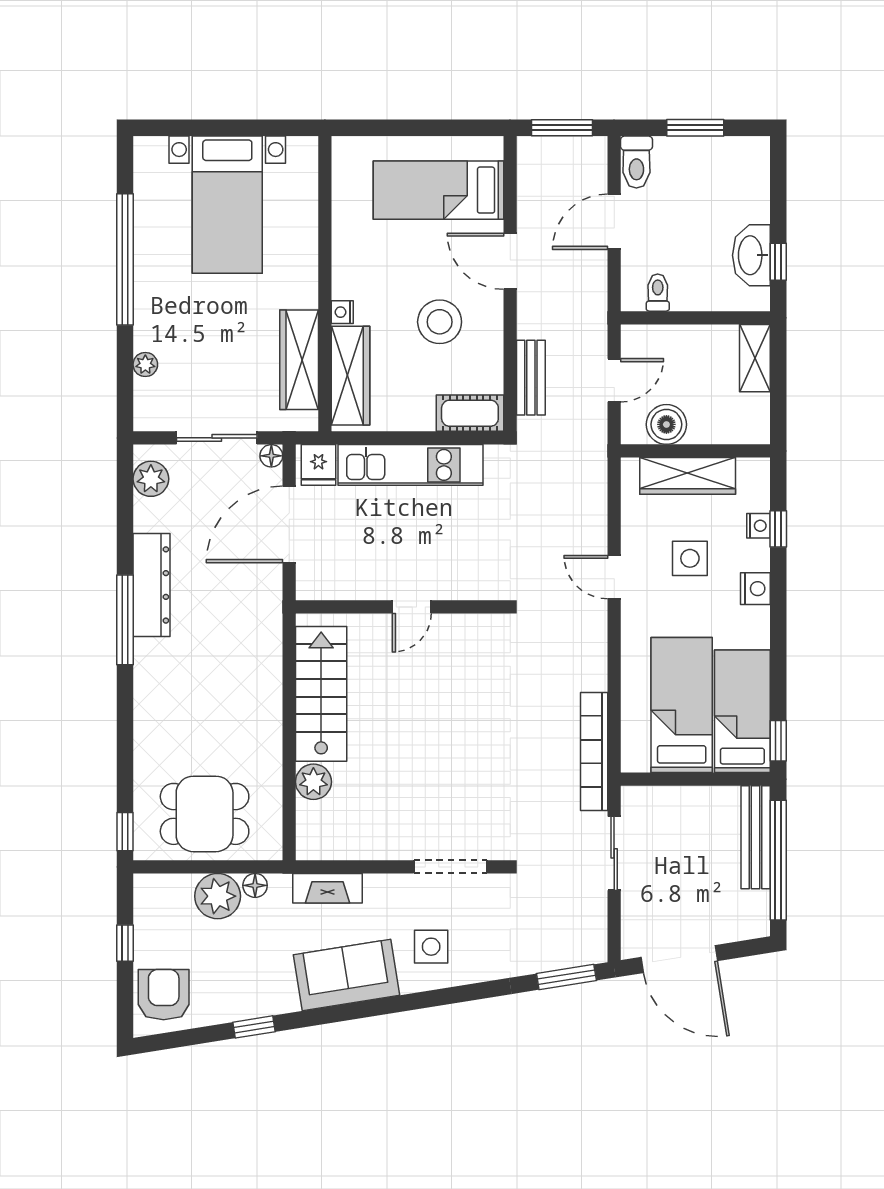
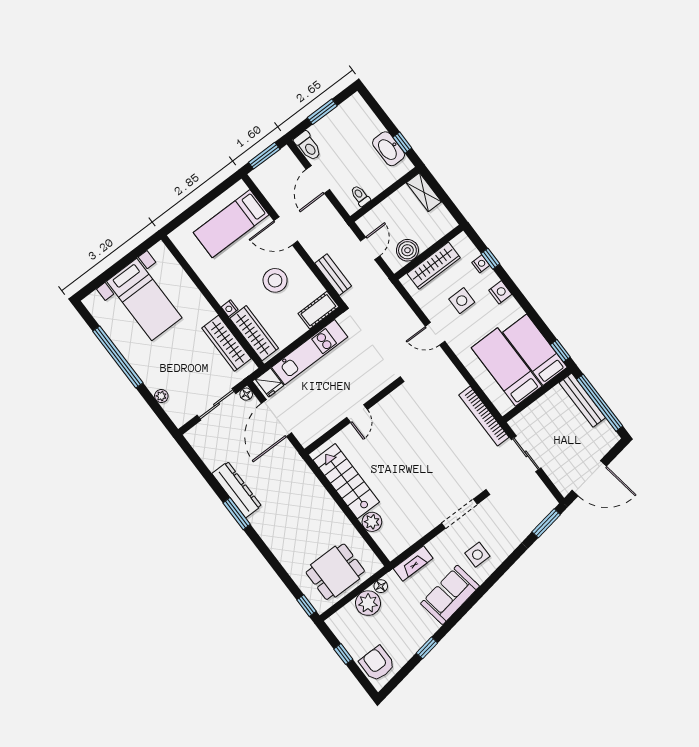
plant: (151, 479) -> (201, 444), removed
window: (125, 620) -> (237, 514), width x0.69

